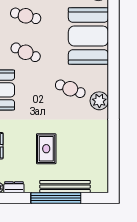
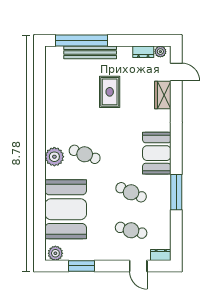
plant: (99, 101) -> (54, 157), moved
window: (56, 198) -> (81, 41), moved

